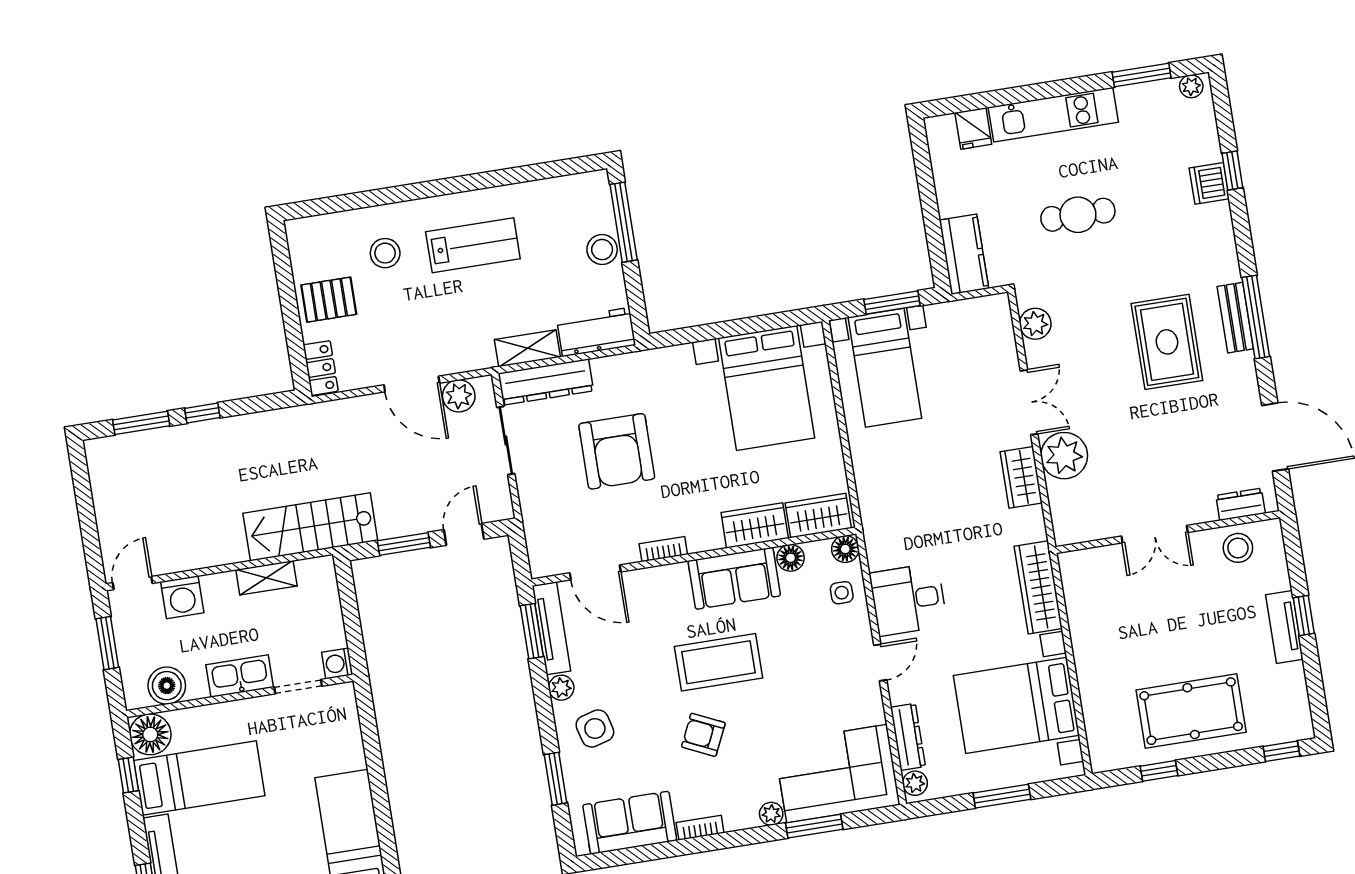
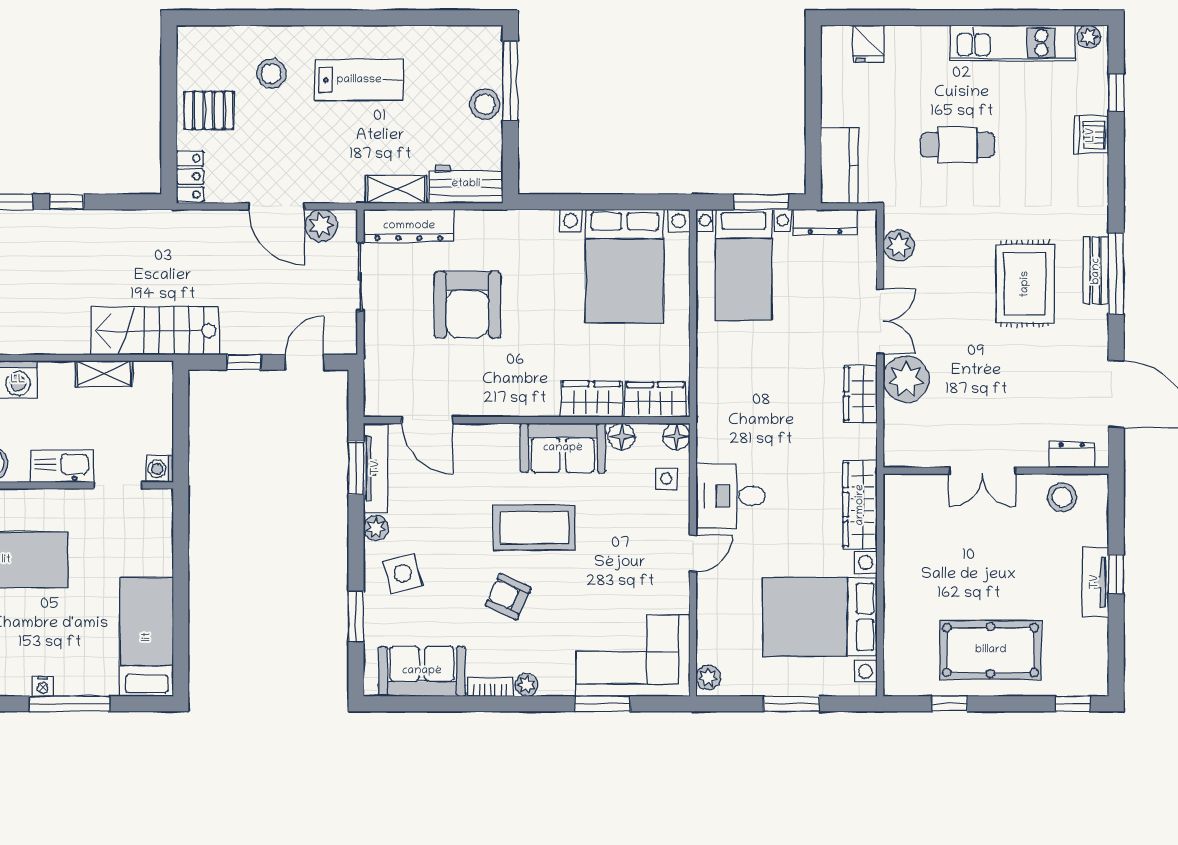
window: (1142, 75) -> (1042, 18), removed
kitchen unit: (1053, 115) -> (1012, 43), moved
window: (1232, 170) -> (1116, 93), moved
window: (404, 544) -> (244, 362), width x0.67
bookcase: (663, 549) -> (498, 408), removed
dresser: (908, 737) -> (825, 222), moved, turned 90
plant: (771, 814) -> (527, 685), moved

